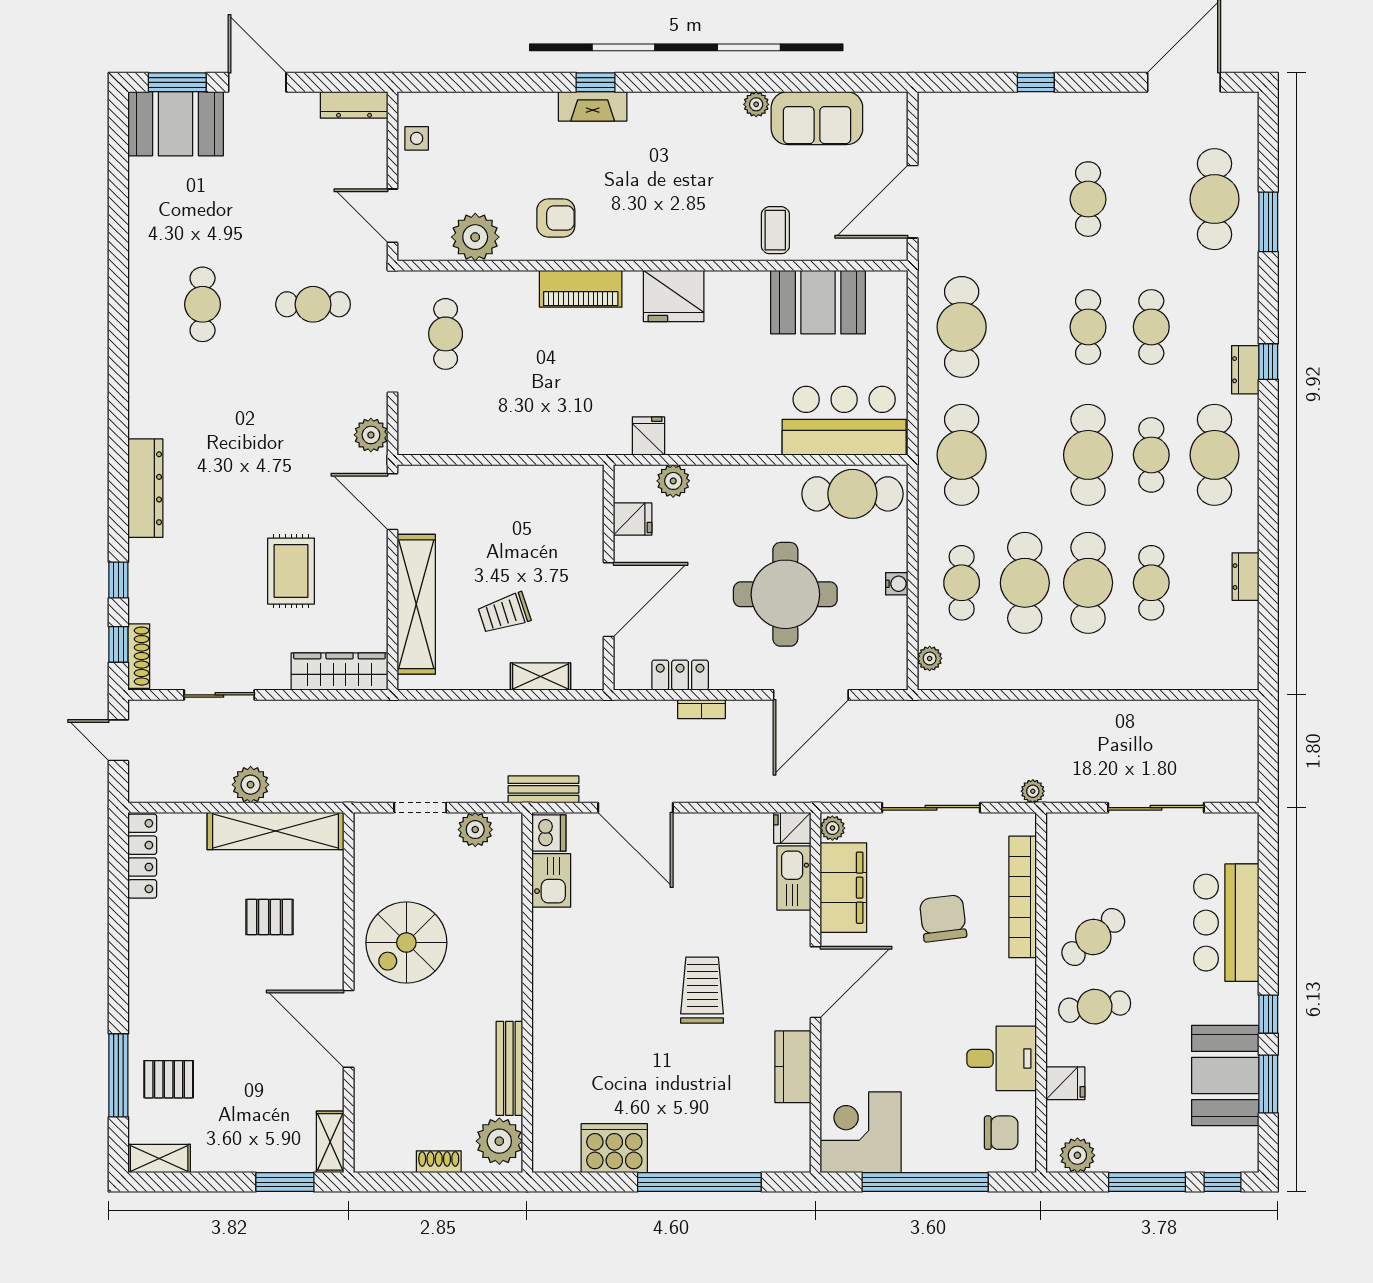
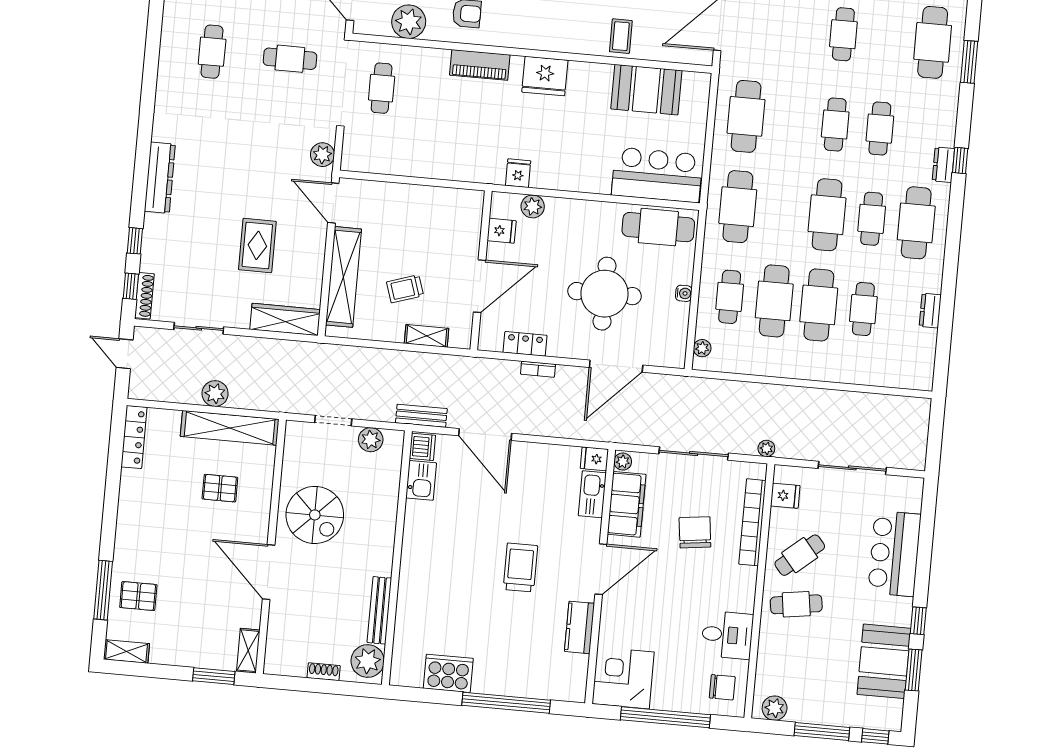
spiral stairs: (406, 943) -> (315, 515), turned -90
fridge: (1065, 1083) -> (785, 496), moved

